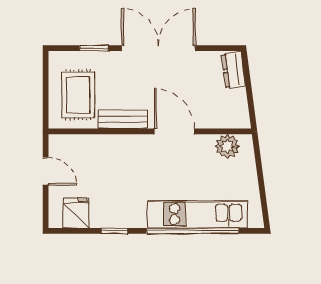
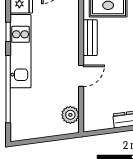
door: (174, 131) -> (81, 76), width x0.73
kitchen unit: (197, 214) -> (20, 51), moved

